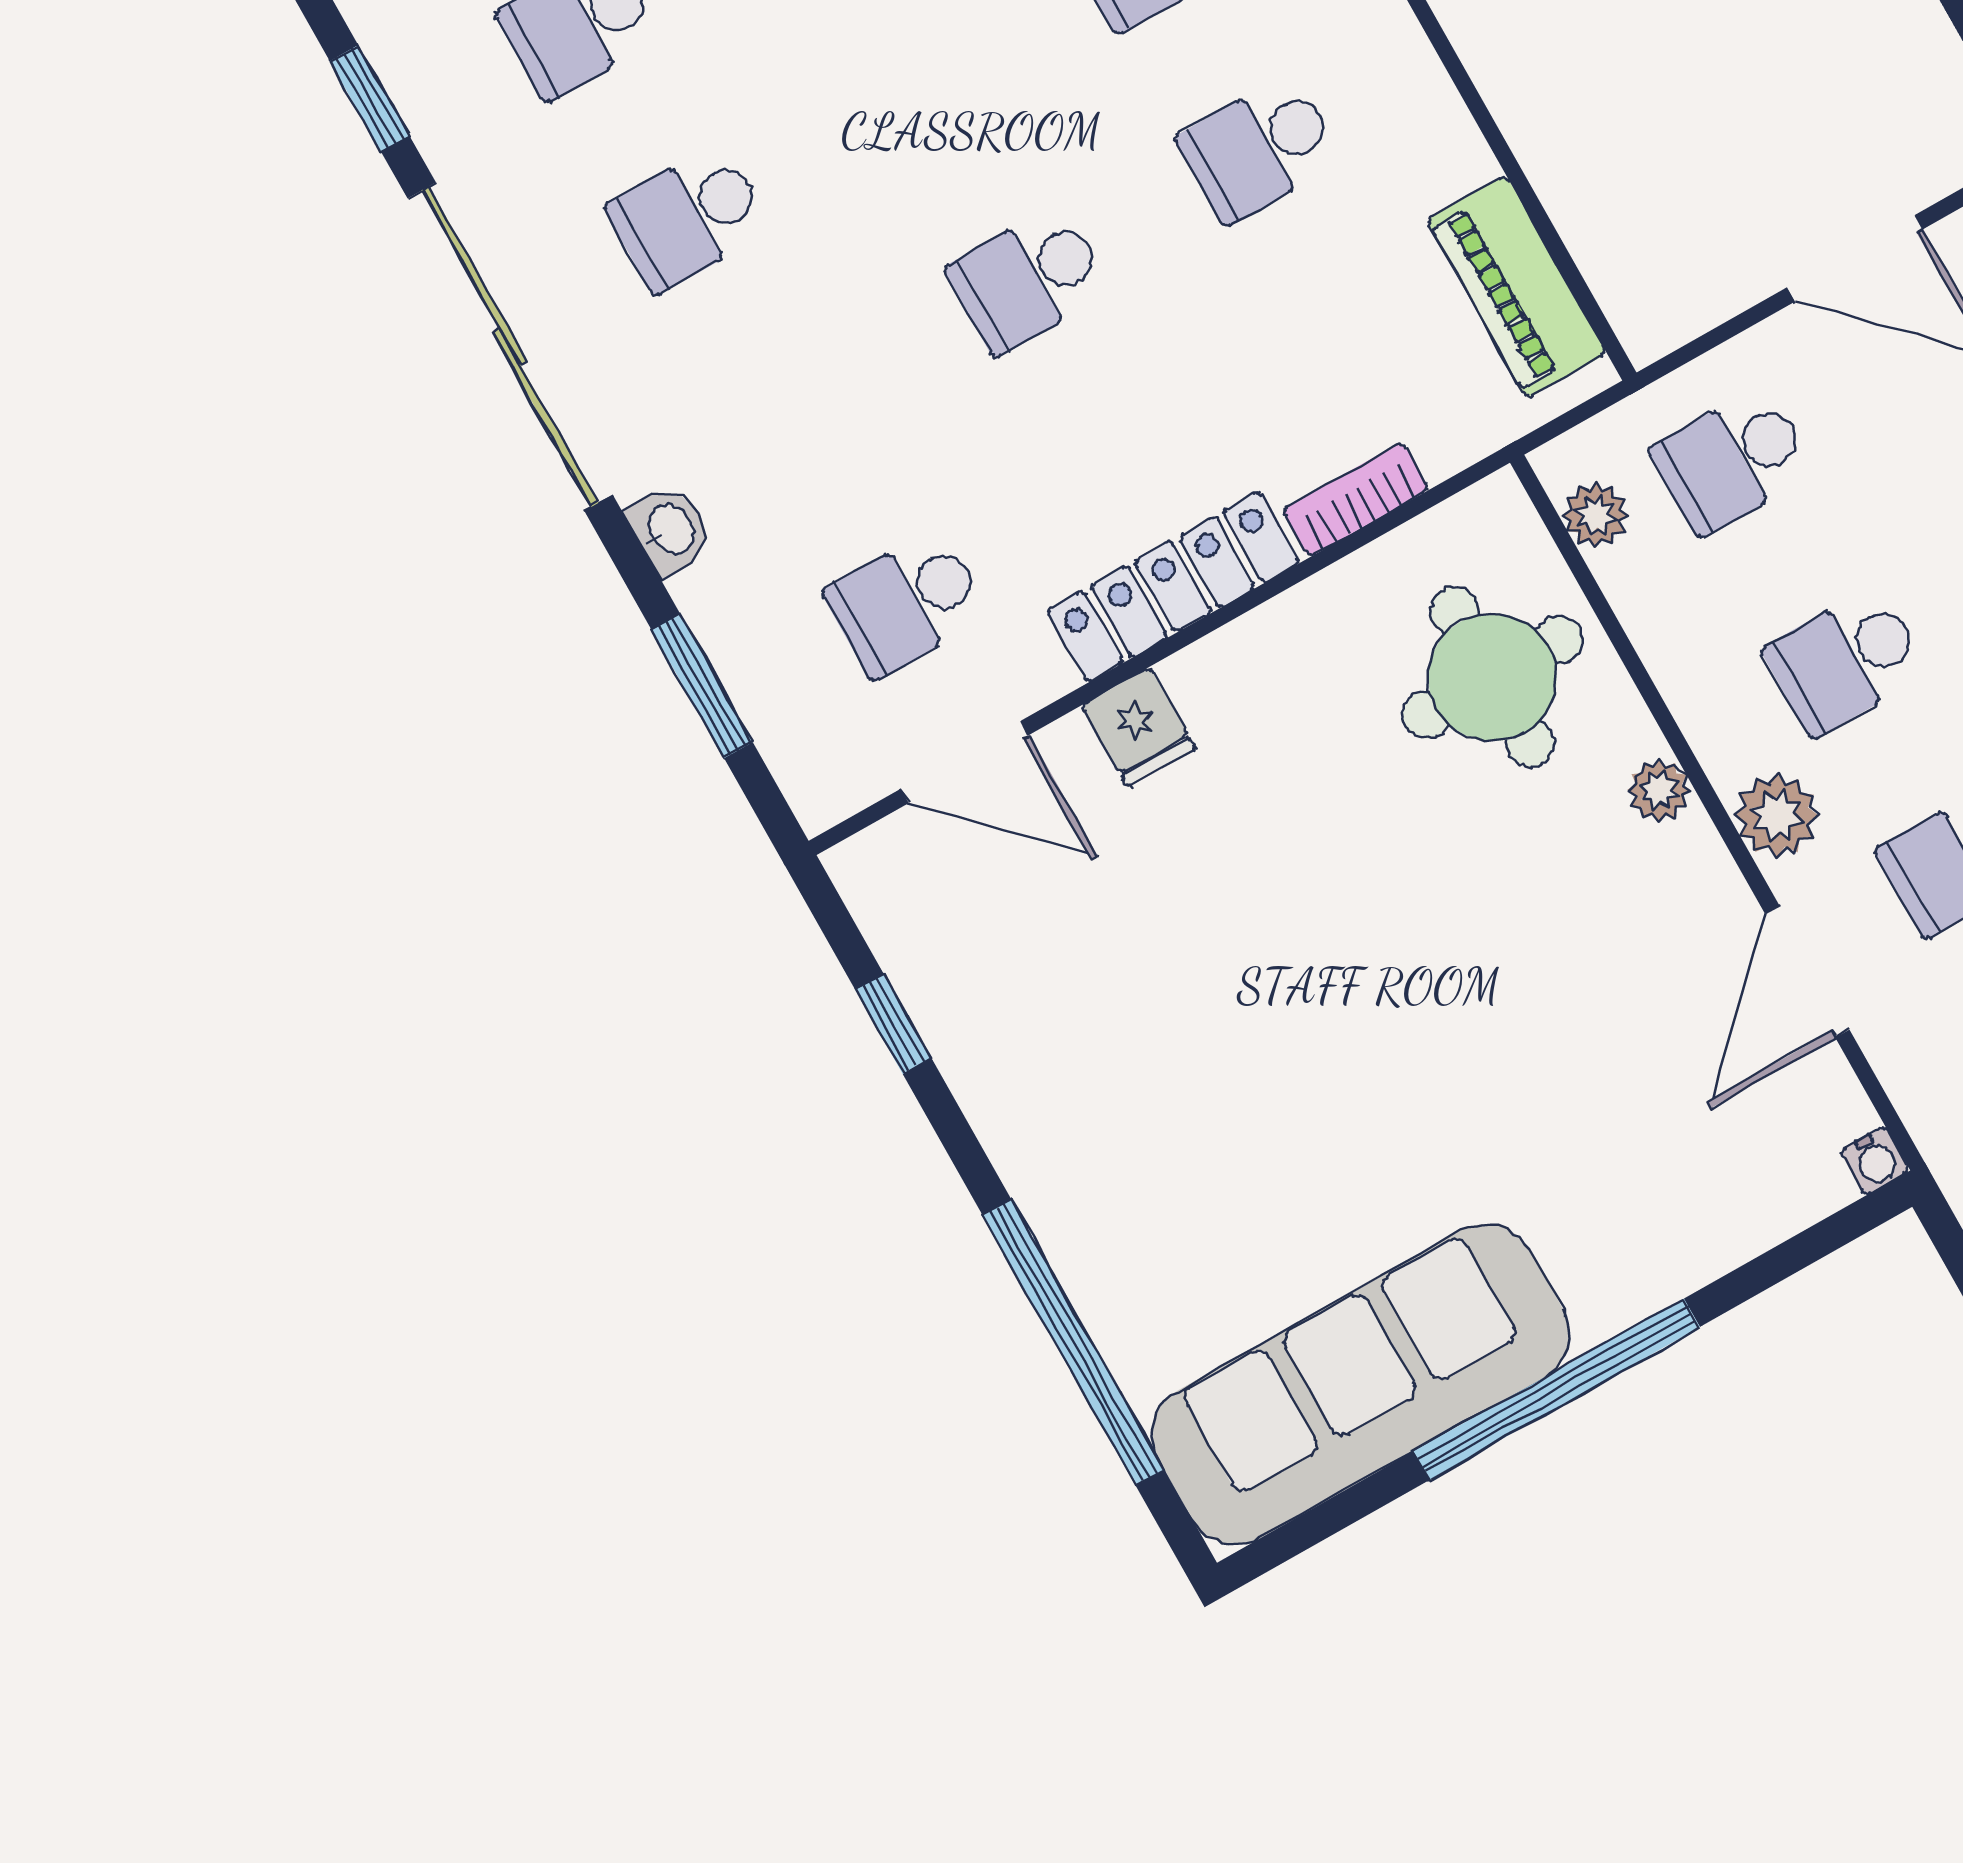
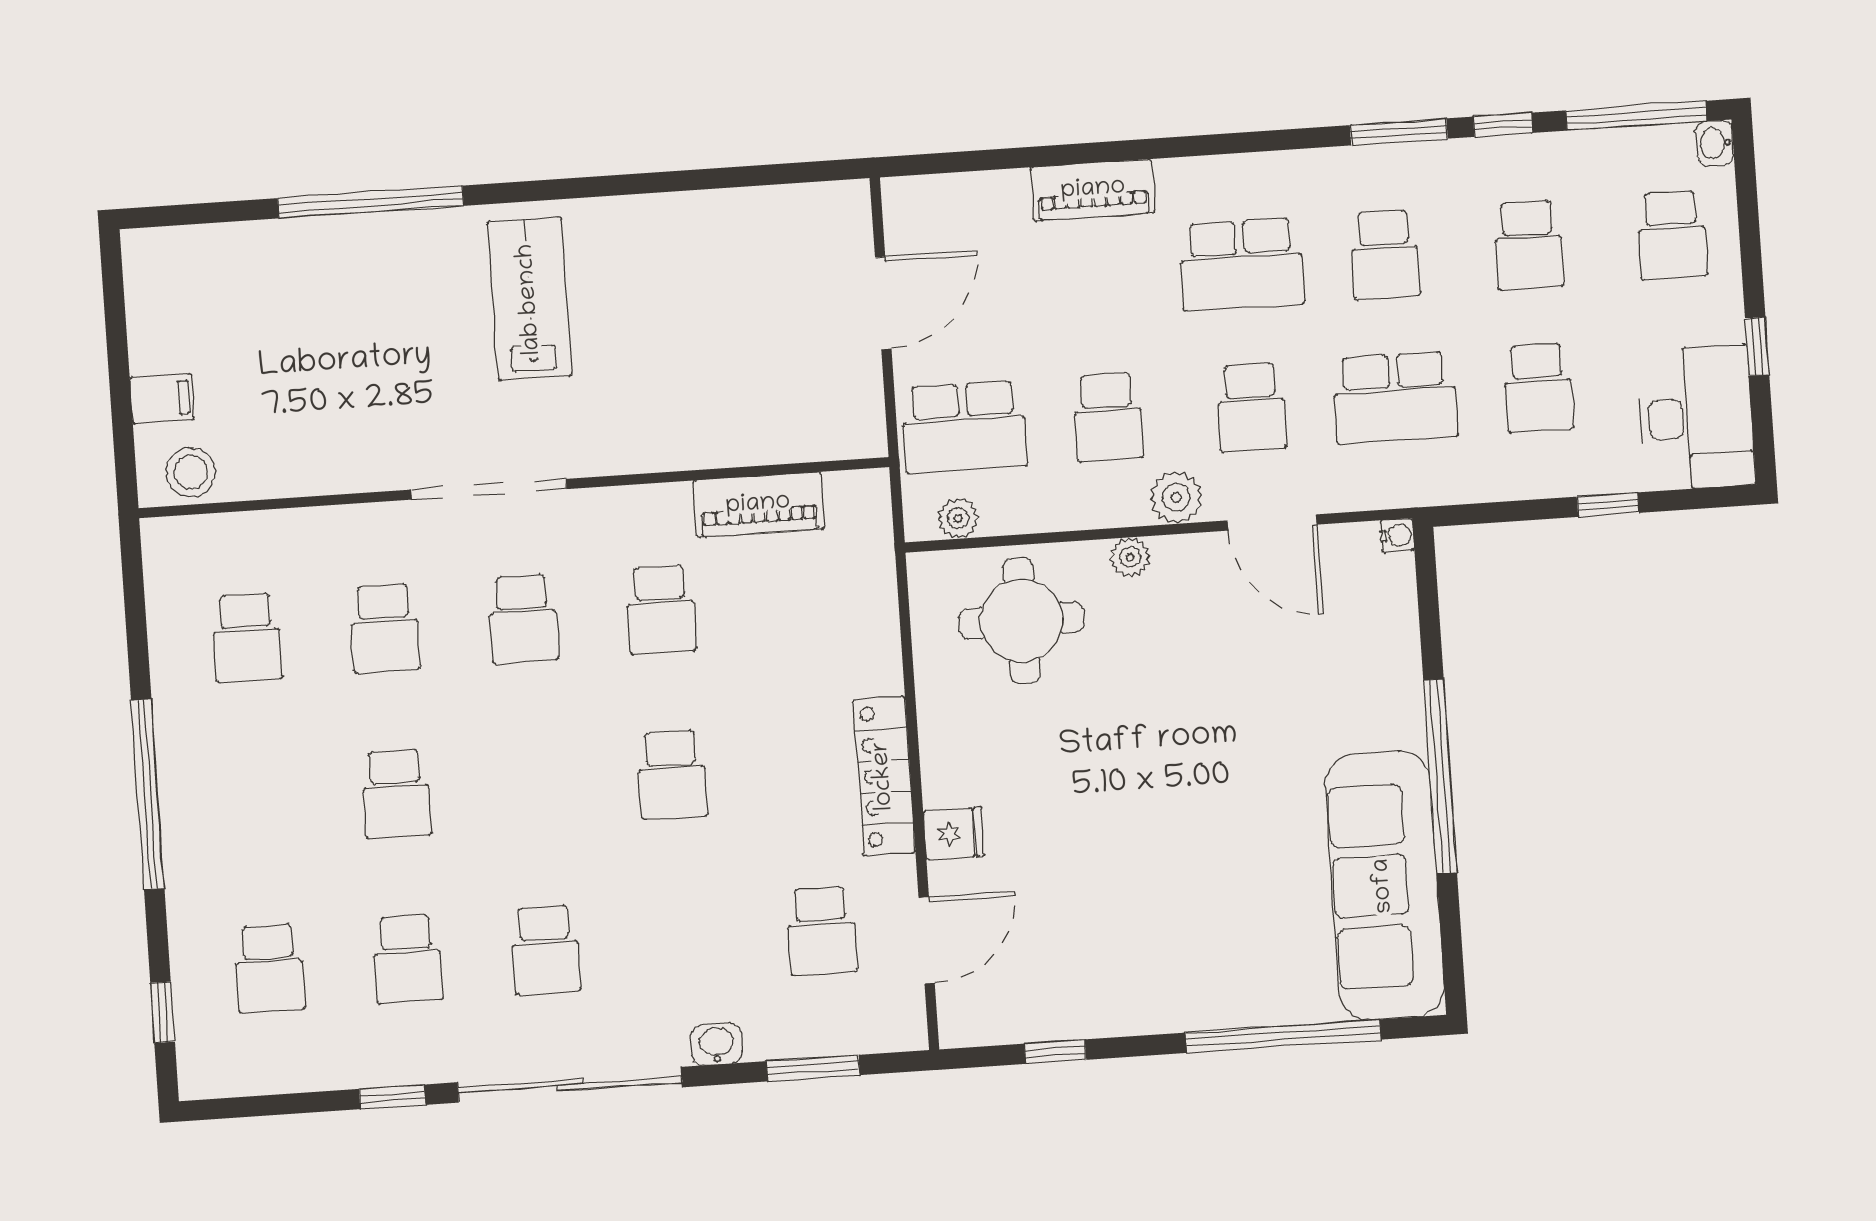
piano: (1517, 287) -> (758, 505), moved
school desk: (1732, 461) -> (964, 427), width x1.85
bookcase: (1356, 500) -> (884, 650), removed

